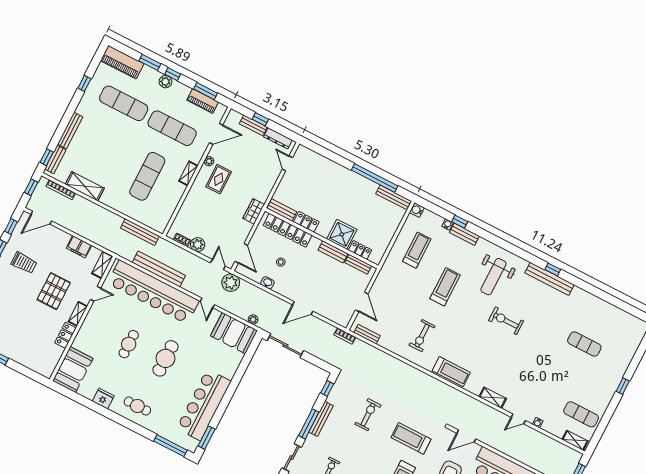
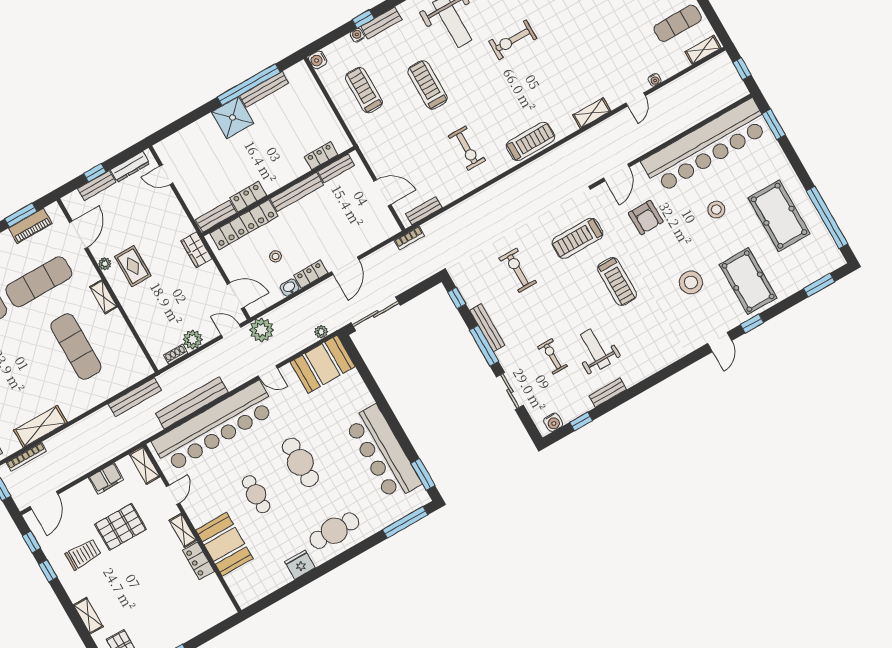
bench: (394, 197) -> (264, 89), moved
shower: (342, 234) -> (233, 118), moved
bench: (333, 252) -> (297, 192), width x1.36
locker: (284, 290) -> (311, 274), added
pallet: (54, 291) -> (121, 527), moved, turned 90
booth: (73, 370) -> (224, 544), moved
cafe table: (137, 406) -> (334, 531), width x1.37, depth x1.35

